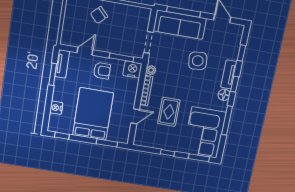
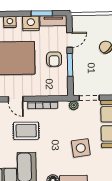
door: (85, 51) -> (70, 40), hinge flipped
window: (121, 57) -> (70, 65), moved
nightstand: (132, 70) -> (31, 23), moved, turned -90
plant: (151, 70) -> (74, 105), moved

